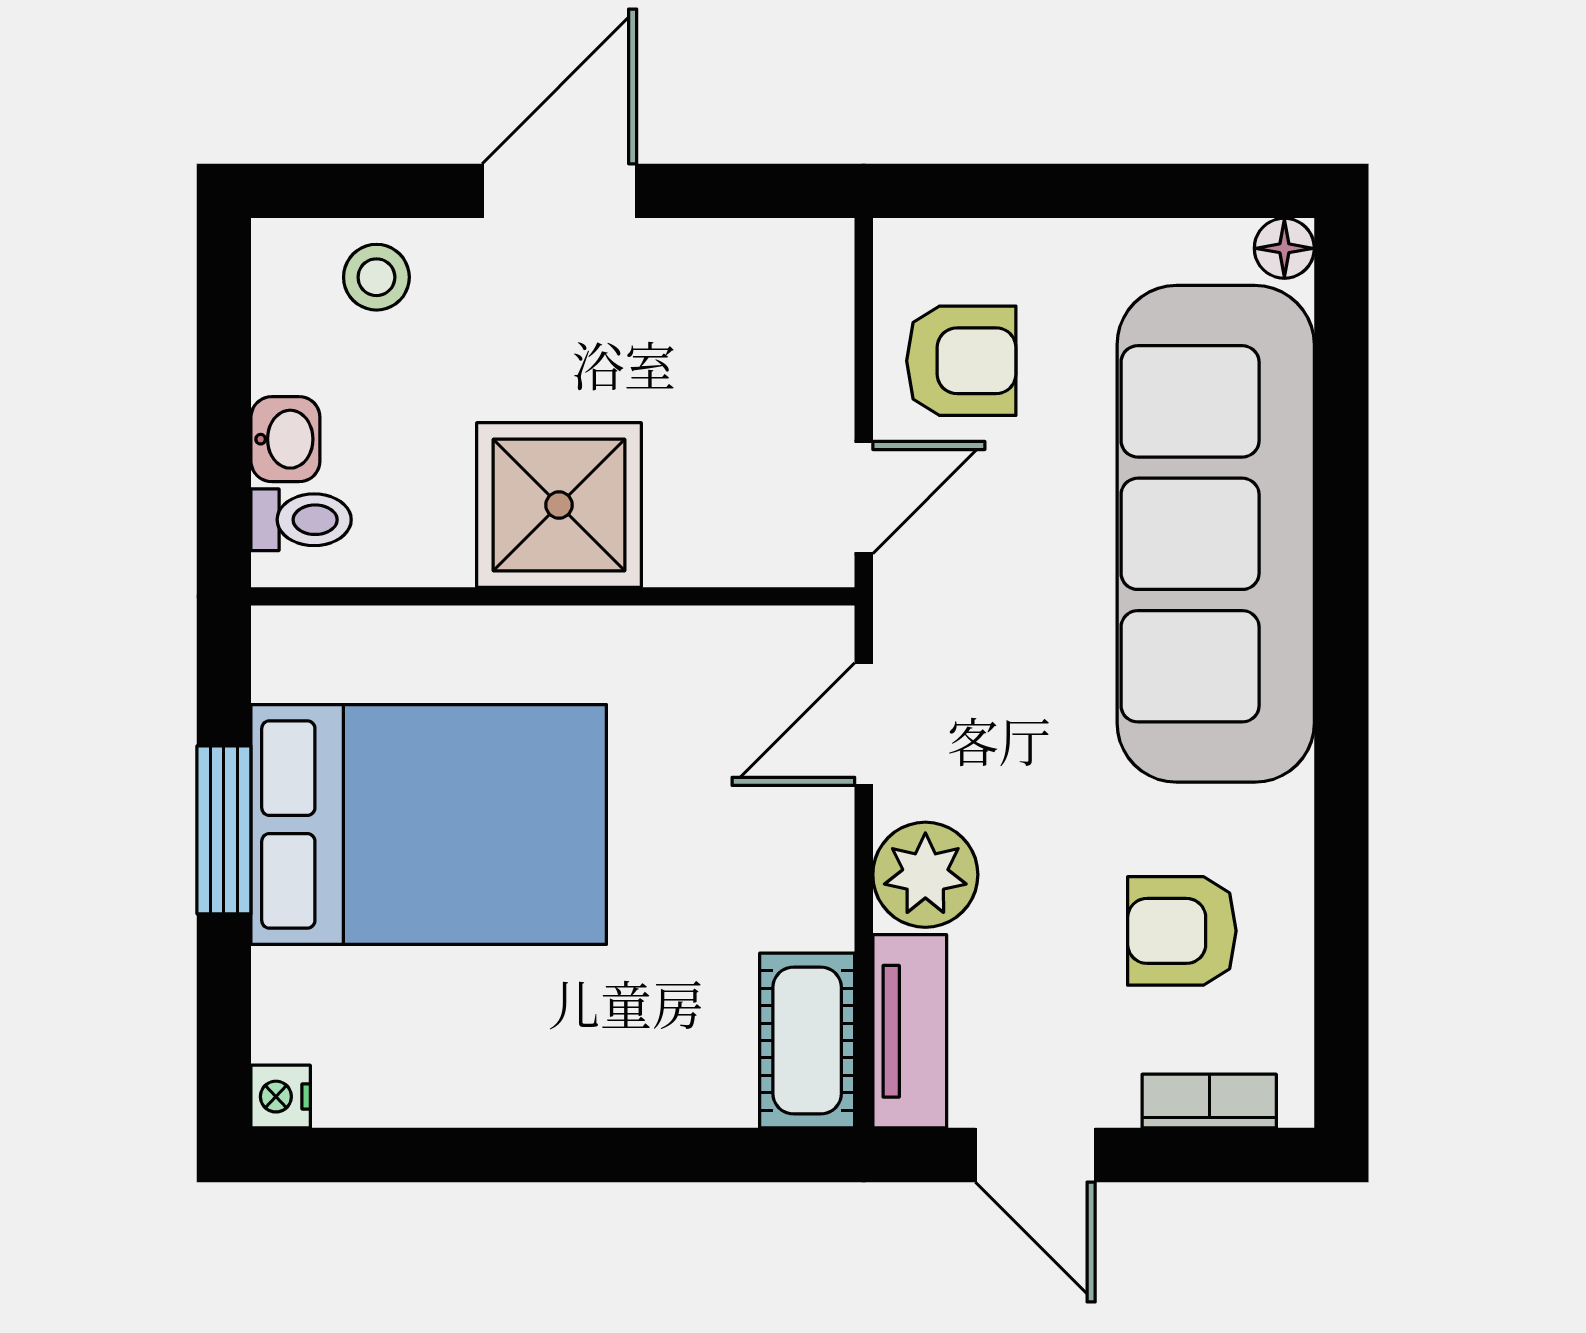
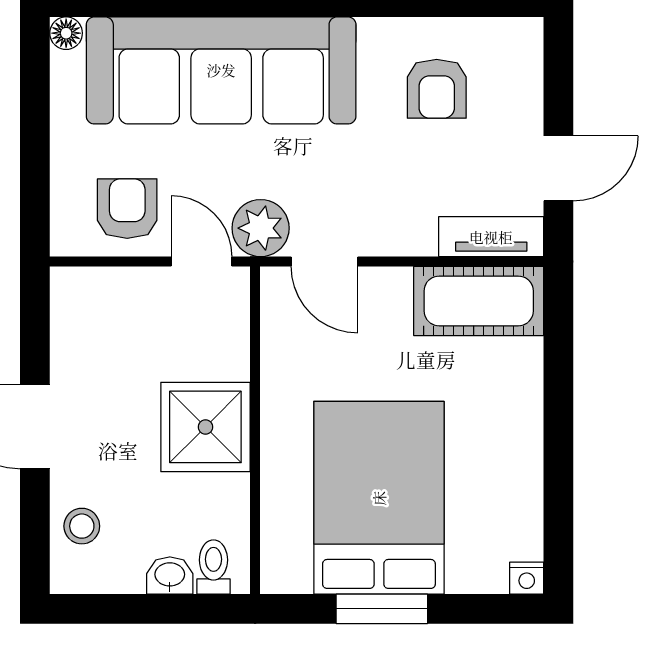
plant: (925, 875) -> (261, 228), moved
cot: (807, 1041) -> (479, 301), width x1.37, depth x1.34
bookcase: (1209, 1101) -> (529, 74), removed

